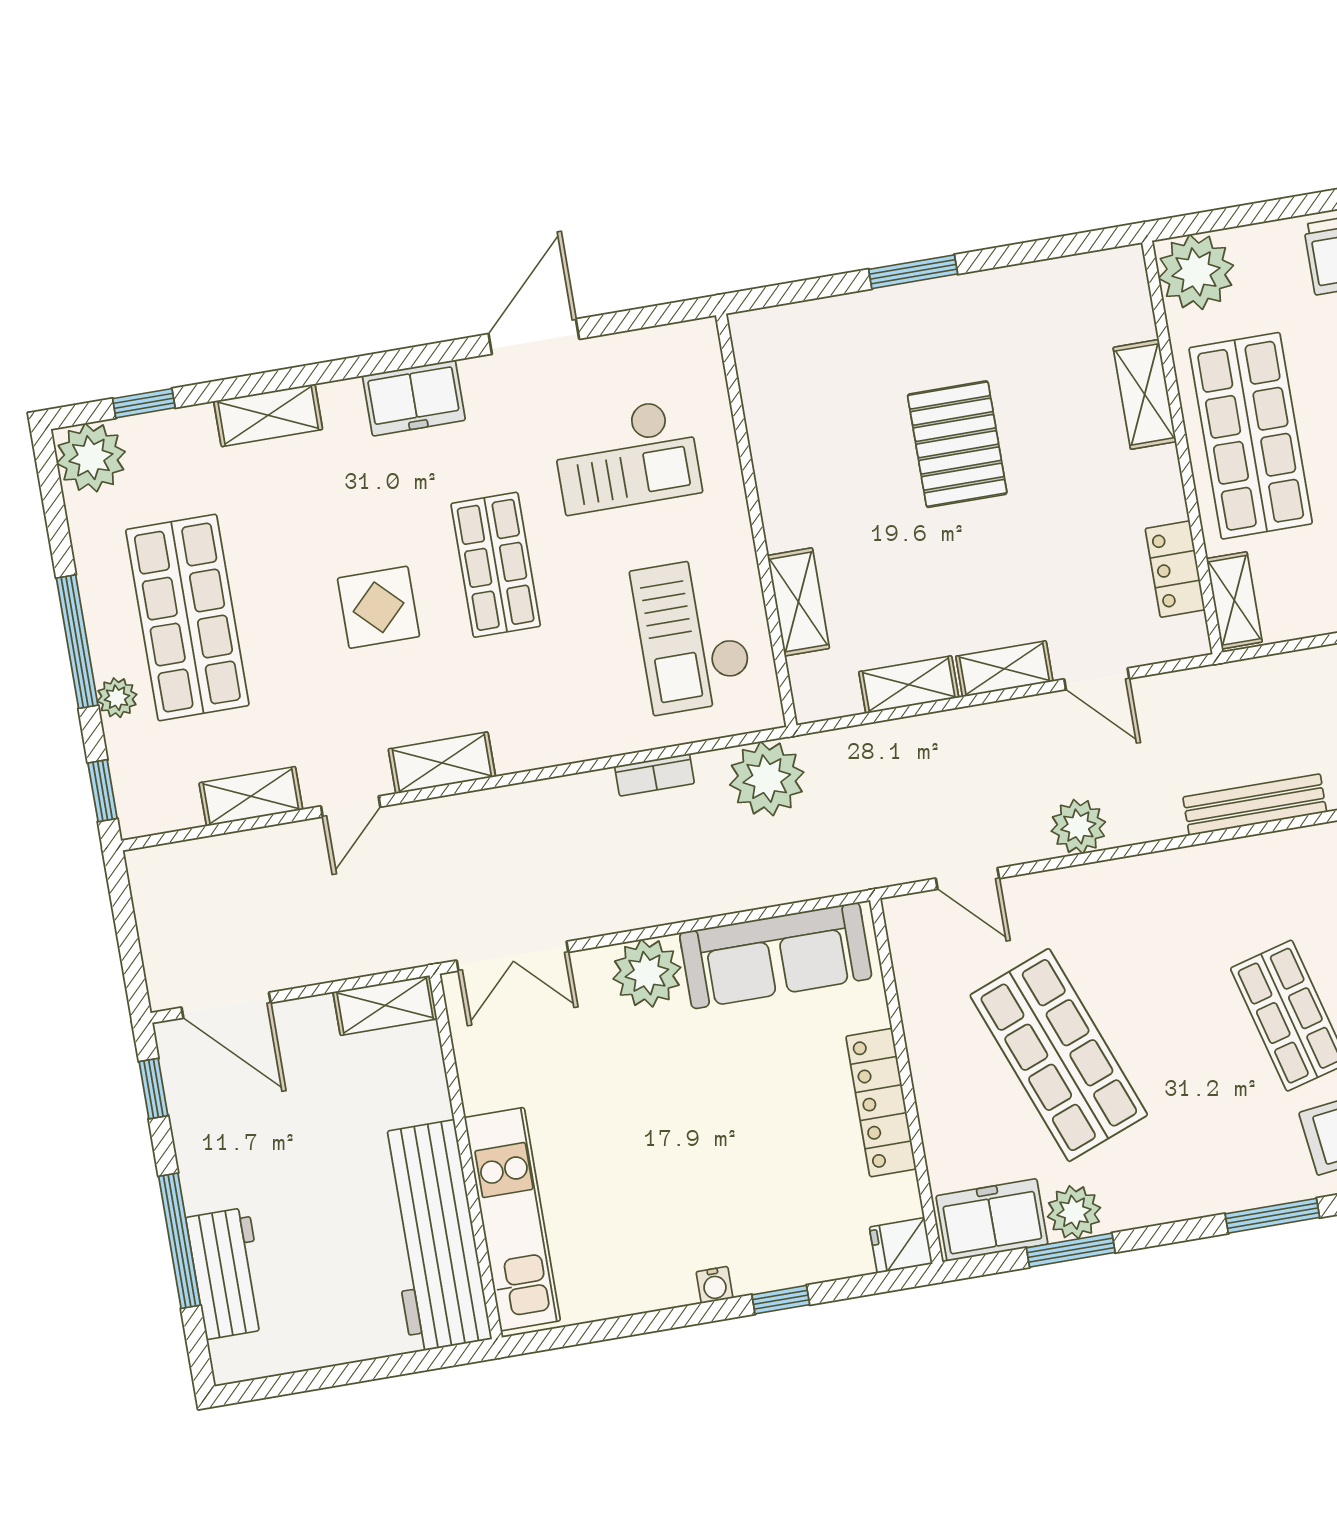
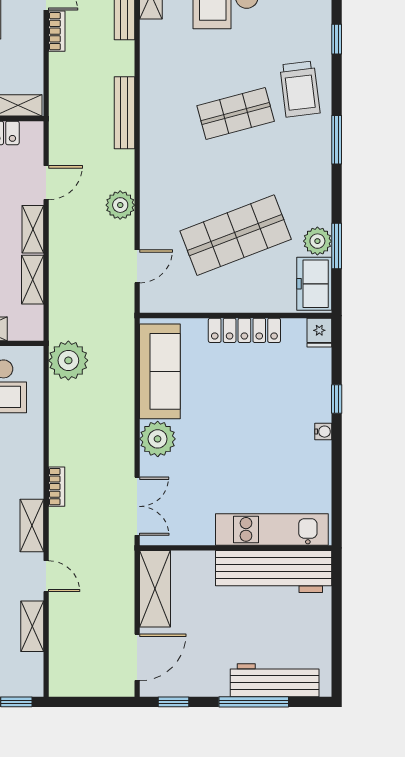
bookcase: (655, 775) -> (57, 487), moved
shelving: (385, 1005) -> (155, 589), width x1.50, depth x1.33
workbench: (227, 1273) -> (275, 680), width x1.38

